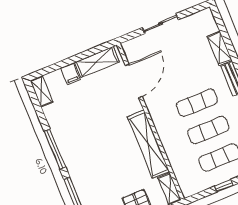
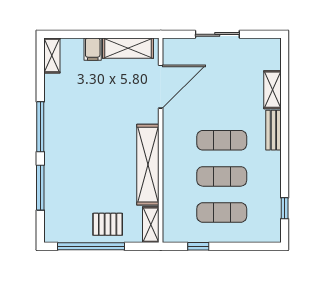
window: (224, 186) -> (198, 246), moved

